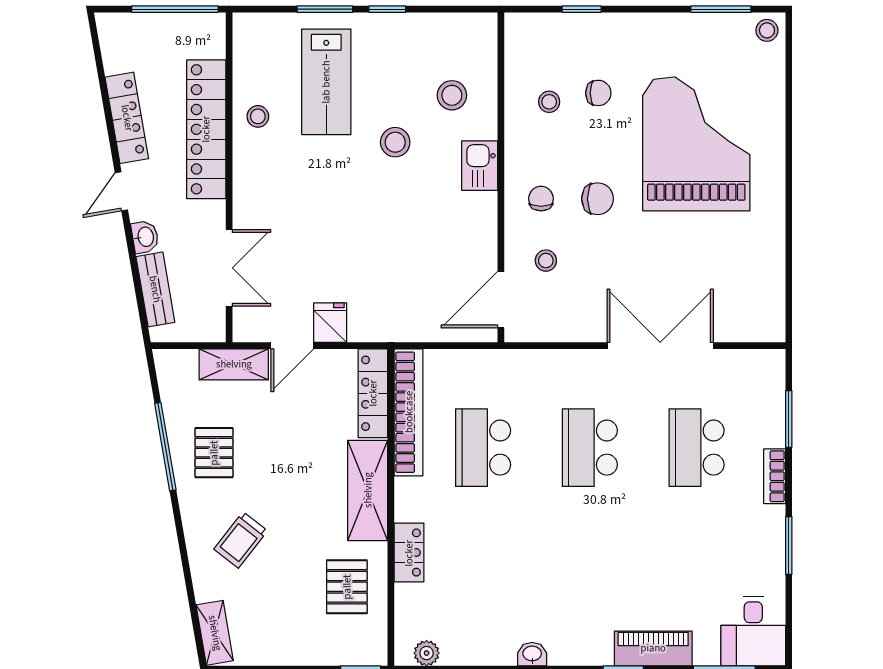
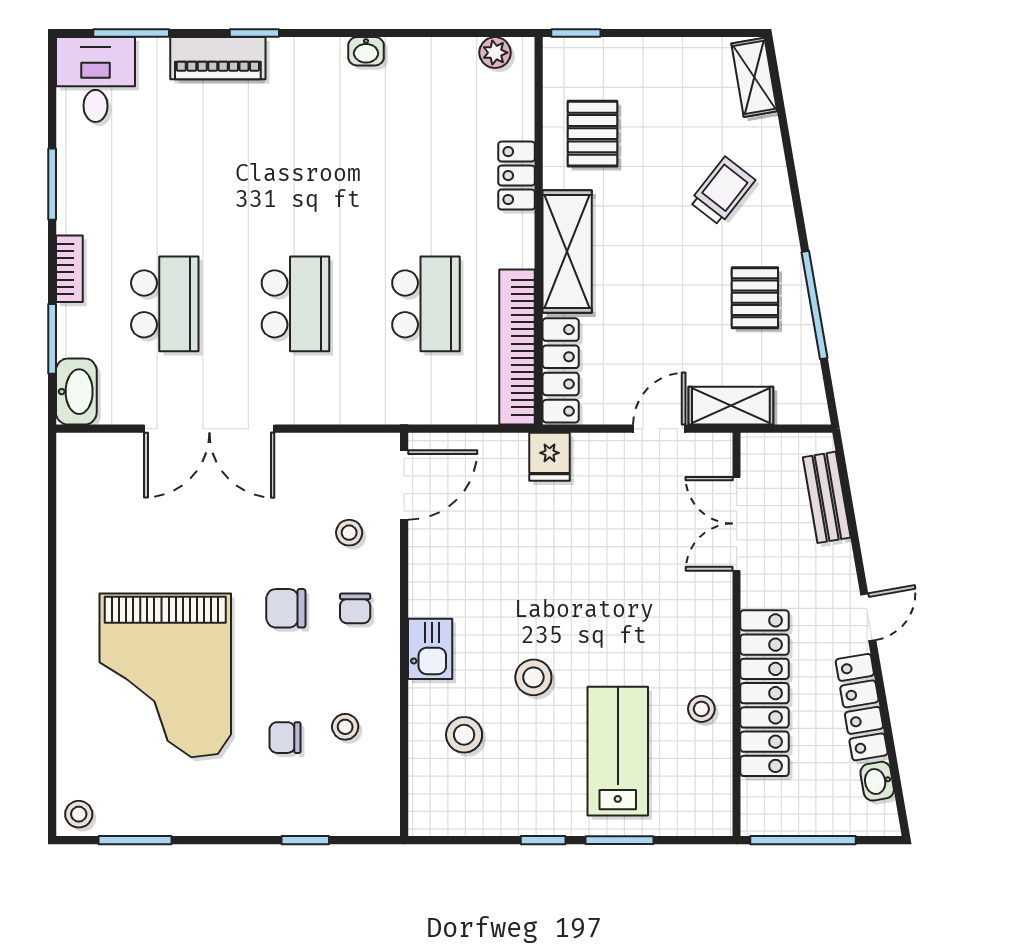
washbasin: (145, 237) -> (877, 781), moved
fridge: (330, 323) -> (550, 457), moved
washbasin: (769, 376) -> (76, 392), added

